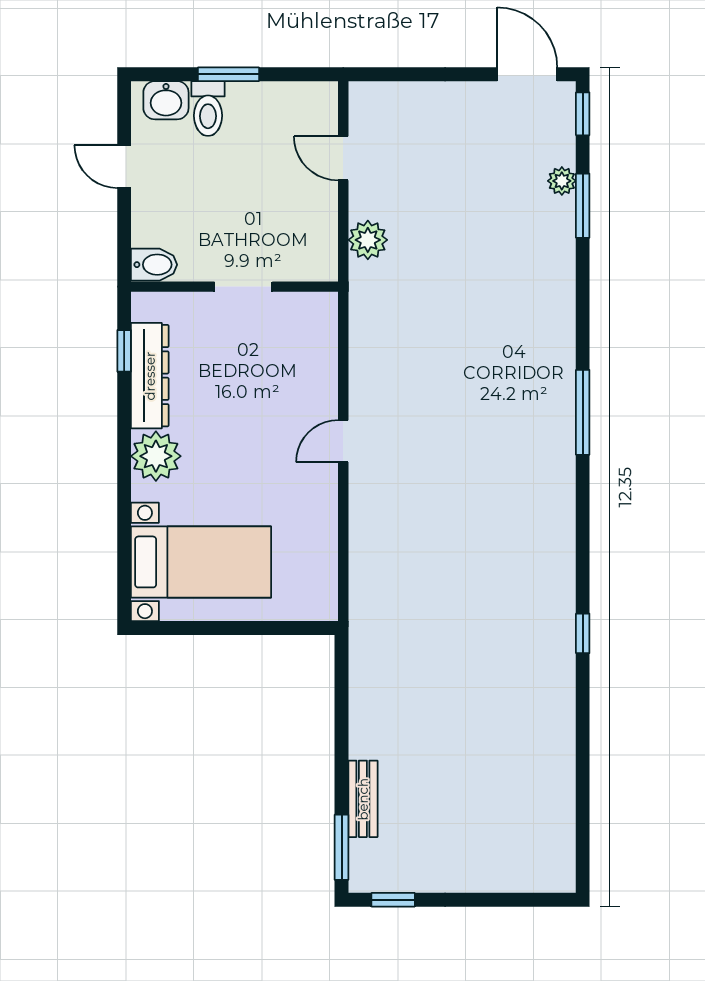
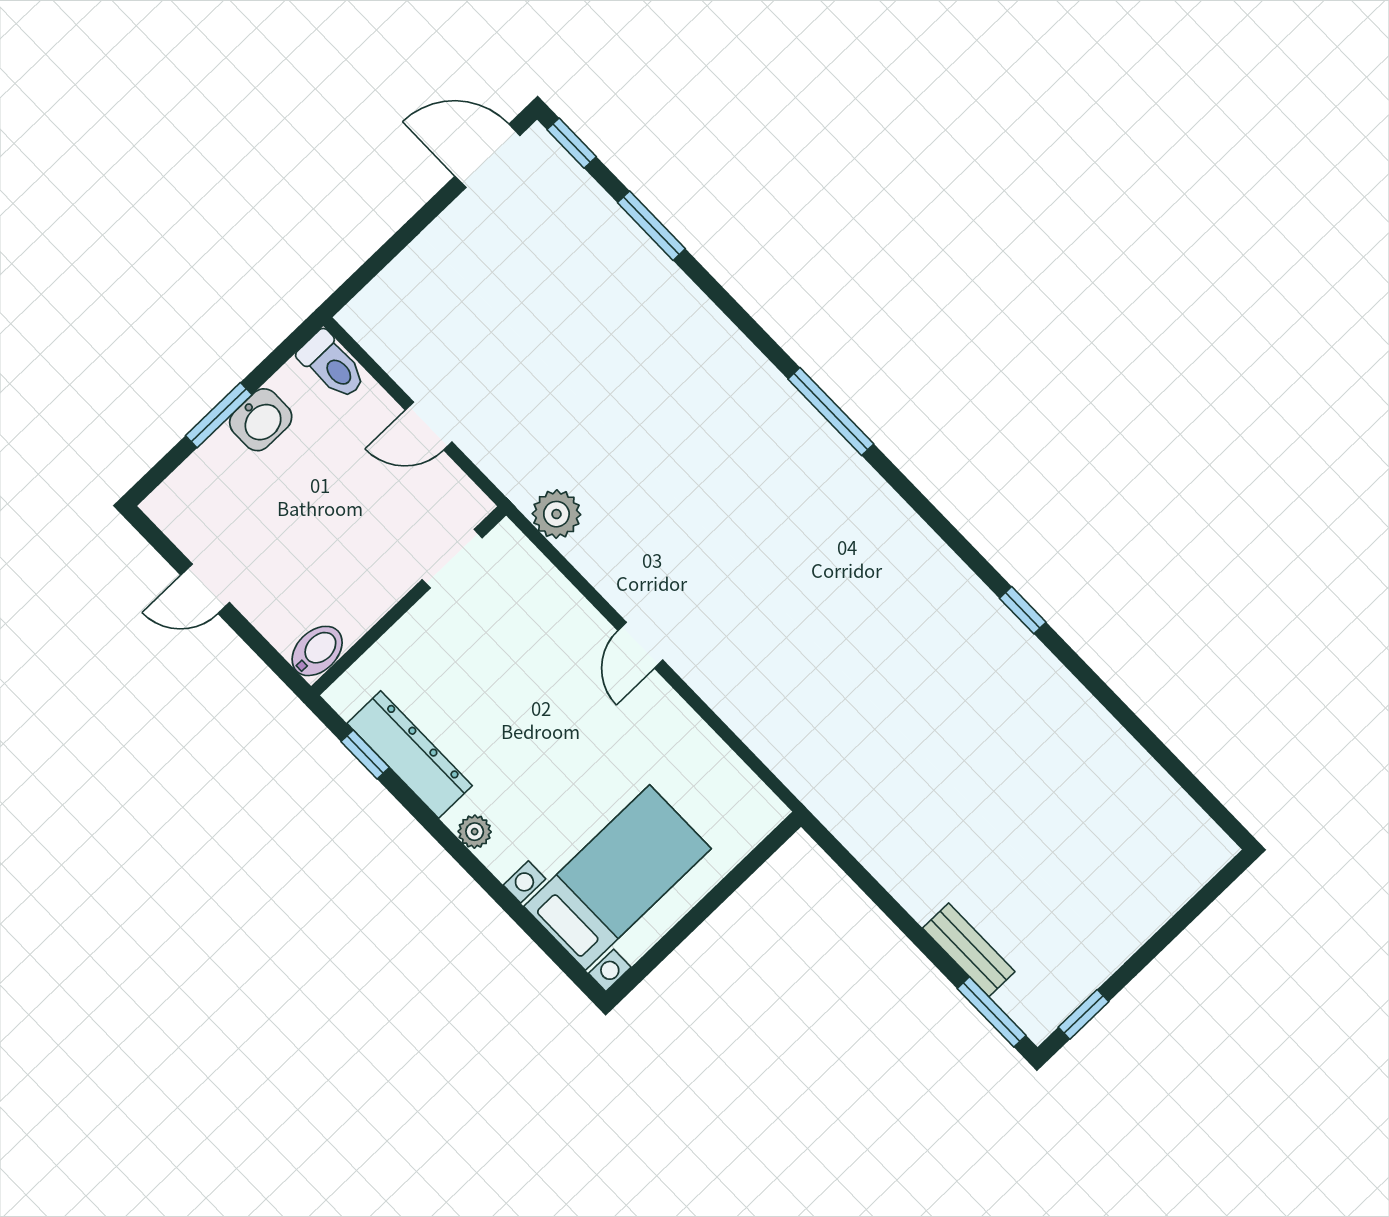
washbasin: (166, 100) -> (261, 420), moved
toilet: (208, 109) -> (332, 365), moved
door: (343, 158) -> (429, 426), moved
plant: (562, 181) -> (611, 222), removed
plant: (368, 240) -> (556, 514), moved
doorway: (243, 287) -> (452, 559), moved
plant: (156, 456) -> (475, 832), width x0.53, depth x0.53

